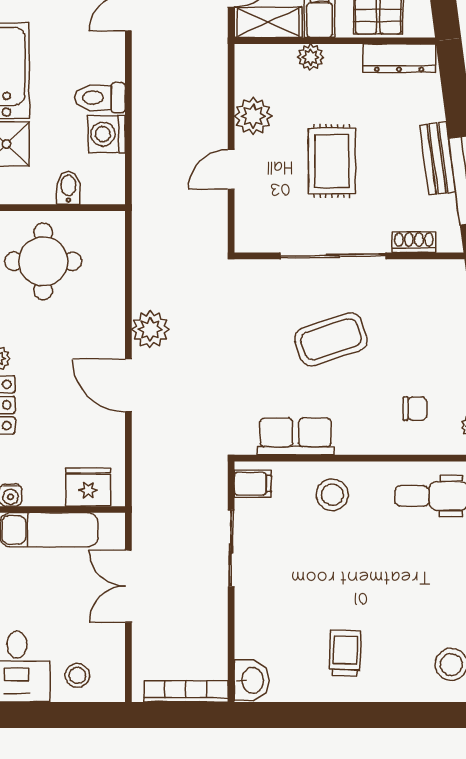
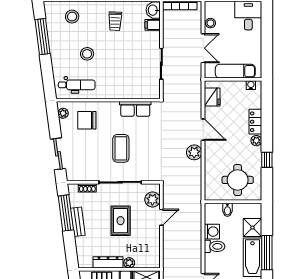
dresser: (399, 58) -> (108, 262), moved
plant: (253, 116) -> (152, 200), moved
coffee table: (331, 339) -> (121, 148), turned -72
chair: (415, 409) -> (87, 120), width x1.87, depth x1.87
filing cabinet: (253, 484) -> (153, 25), moved
fridge: (88, 487) -> (212, 97), moved, turned -90
stool: (332, 495) -> (87, 54), moved
stool: (77, 675) -> (210, 23), moved

